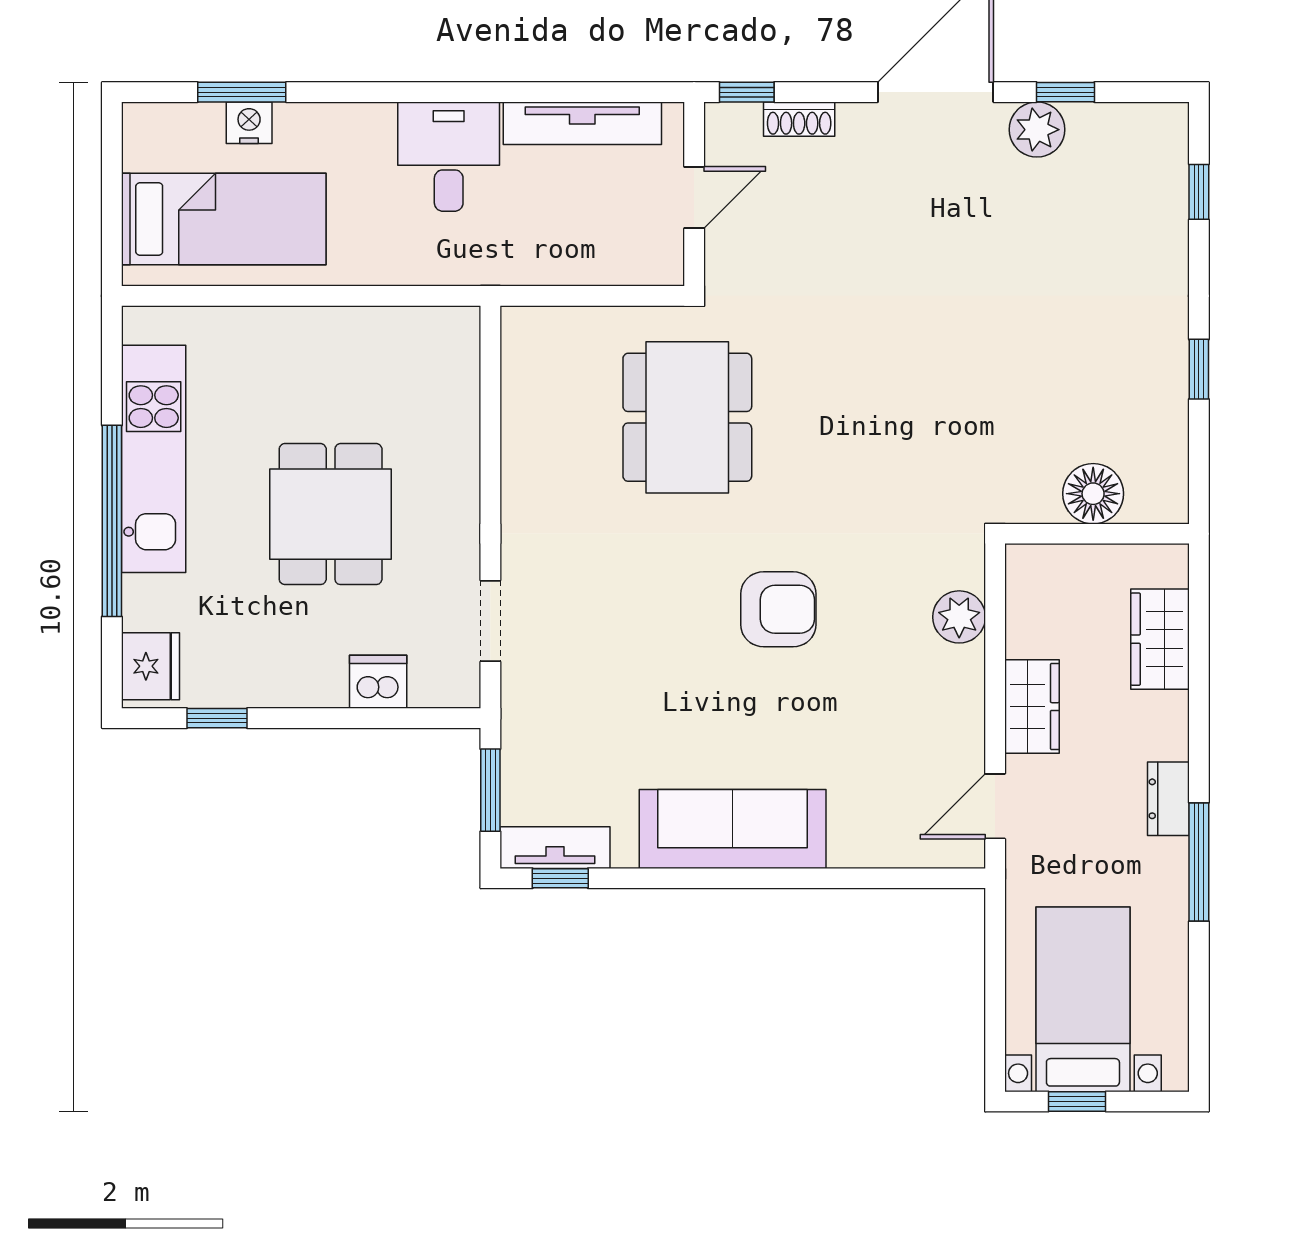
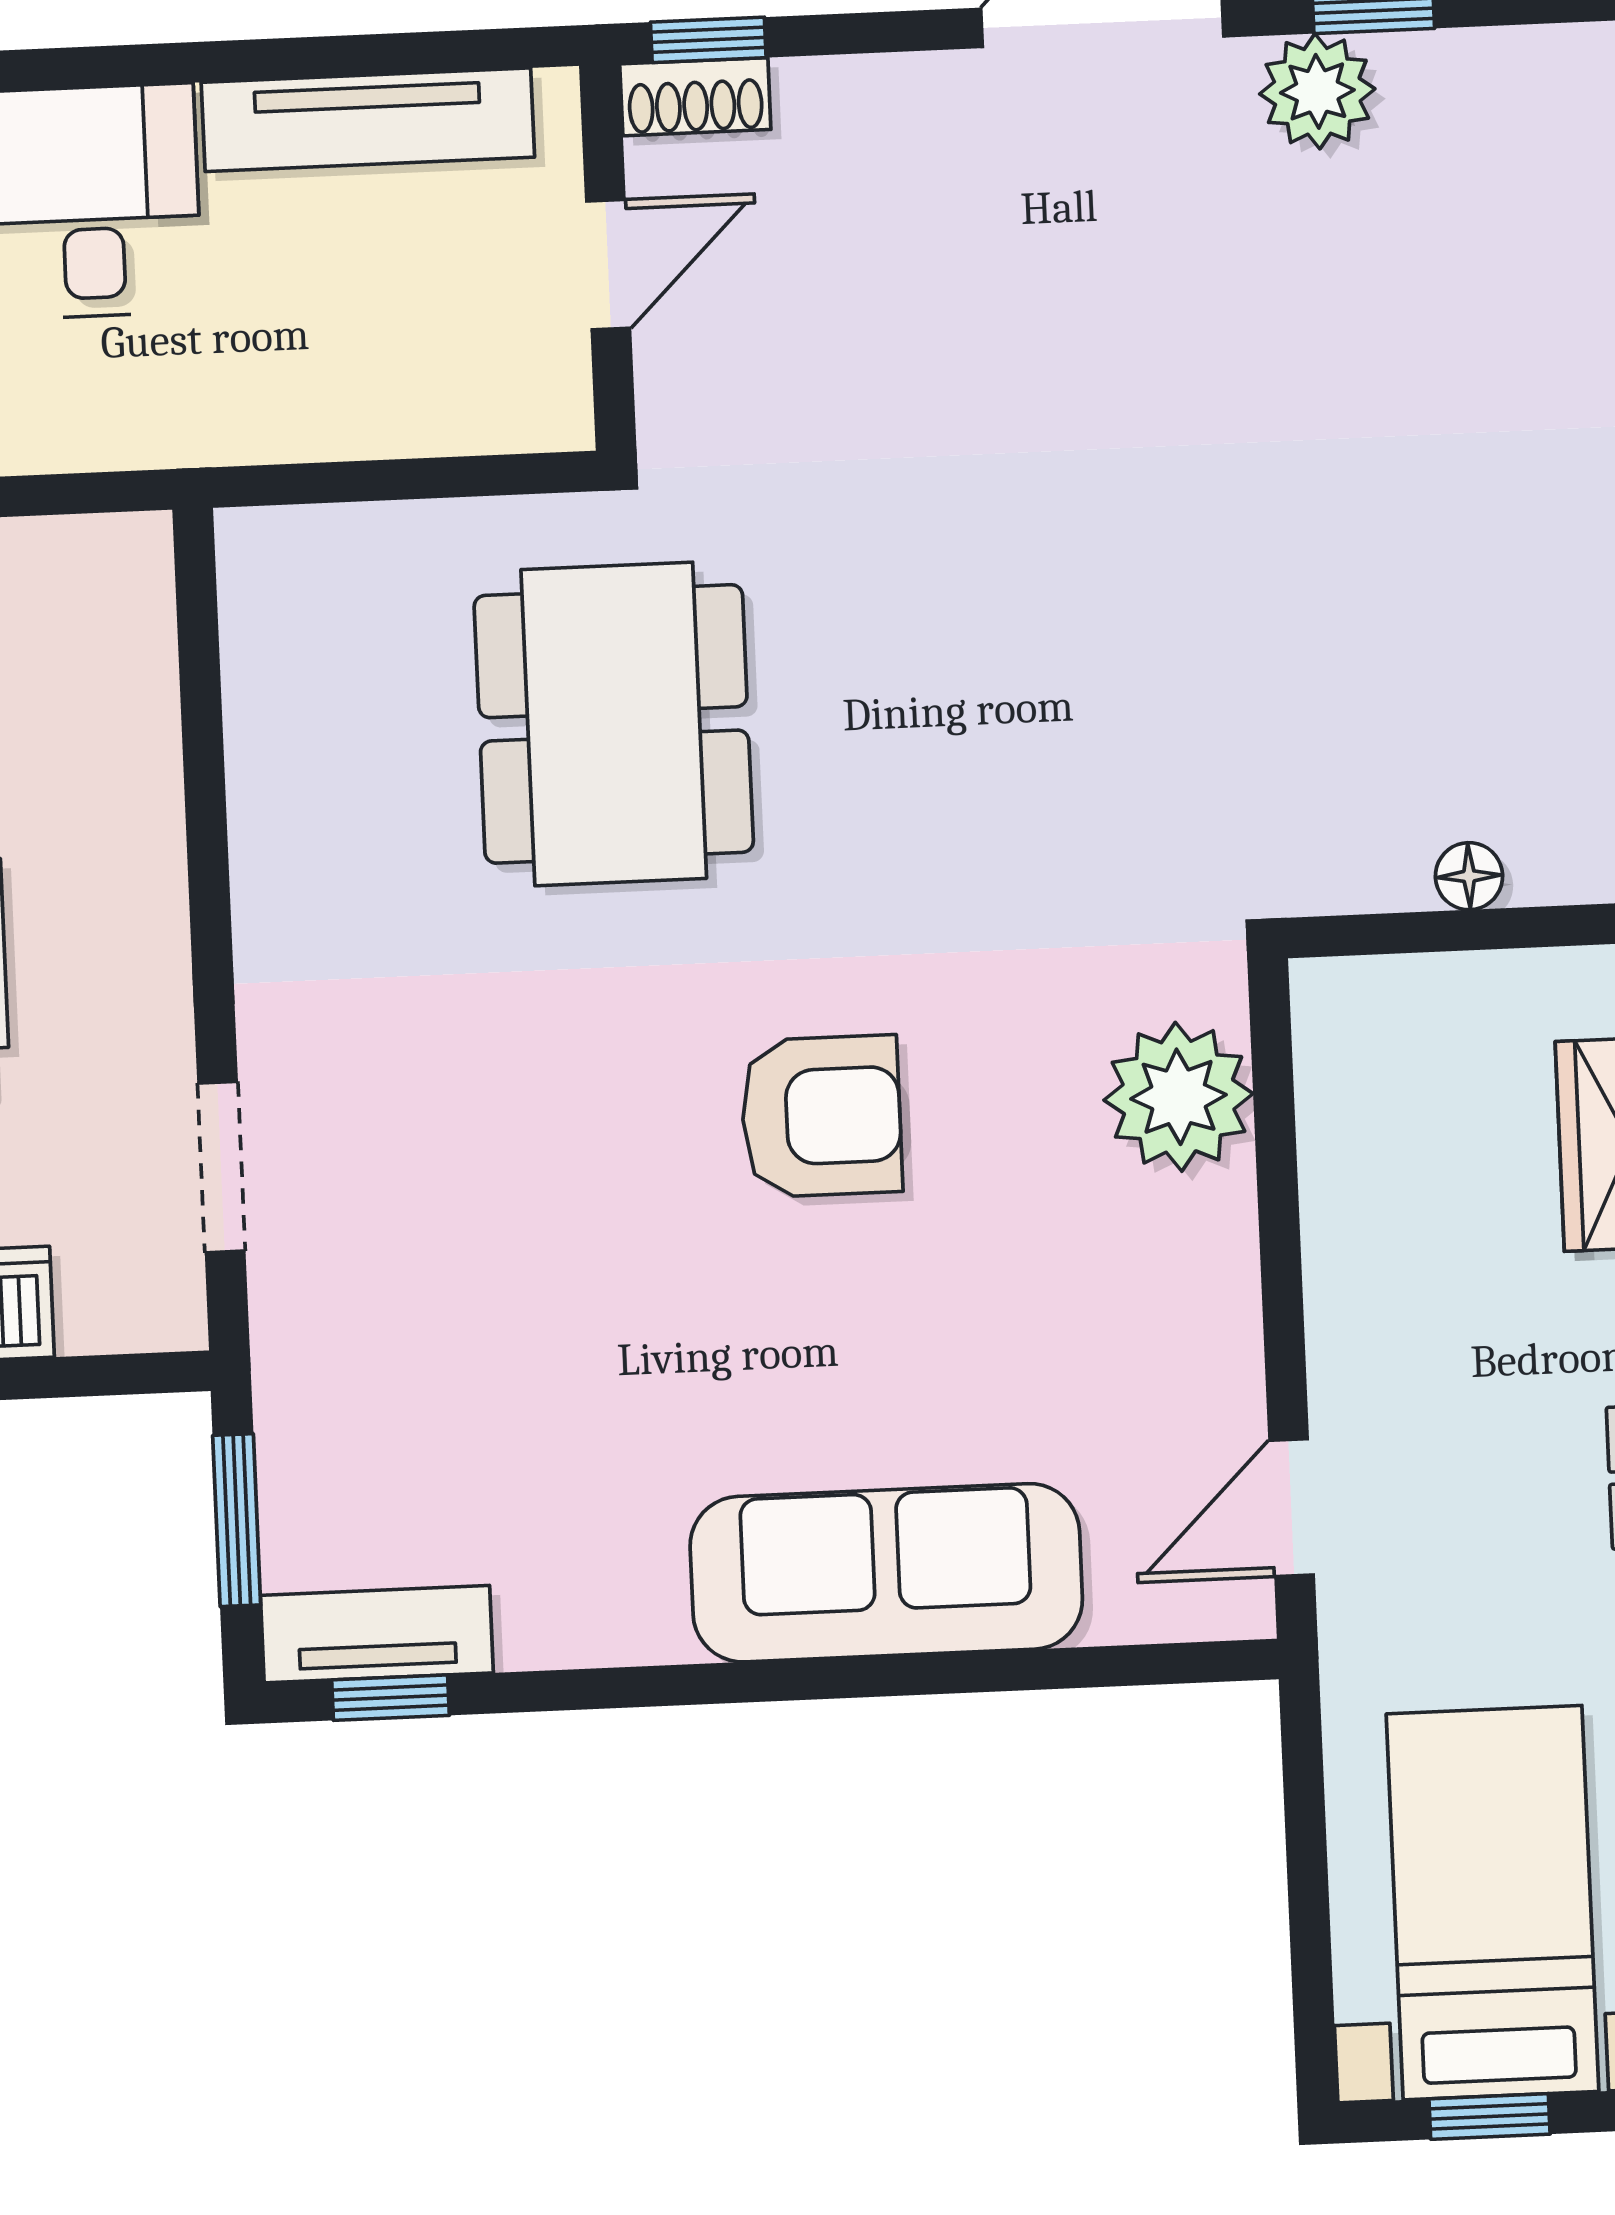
shoe rack: (799, 119) -> (695, 97), moved
floor lamp: (1093, 494) -> (1469, 876), width x0.53, depth x0.53
plant: (959, 617) -> (1179, 1097), width x1.36, depth x1.36
wardrobe: (1032, 707) -> (1360, 1296), removed
sofa: (733, 829) -> (886, 1573), moved

